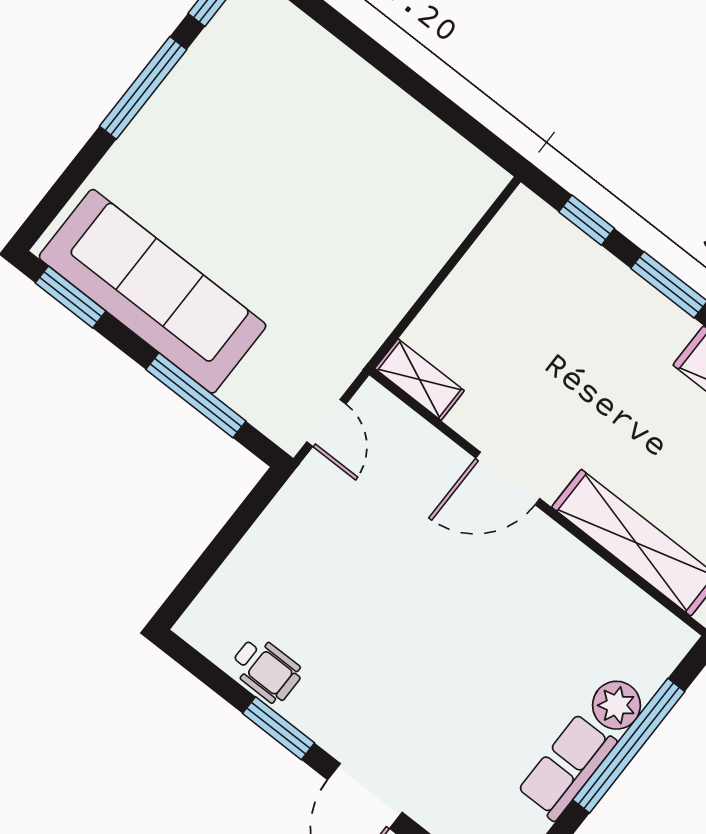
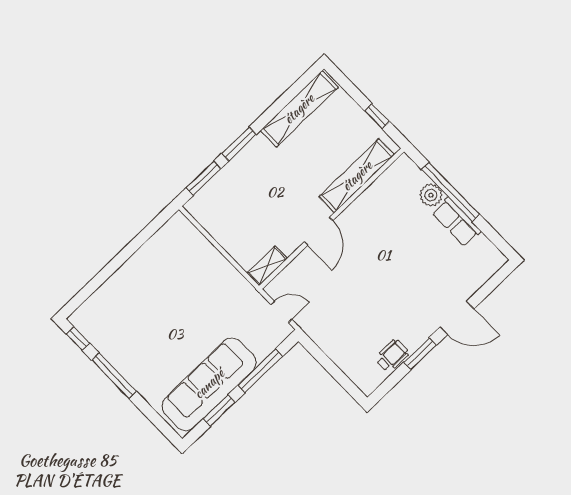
window: (587, 220) -> (204, 178), width x1.50
window: (71, 297) -> (219, 410), moved

